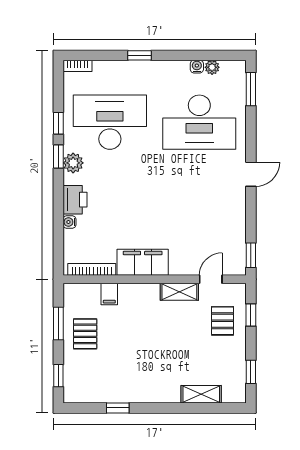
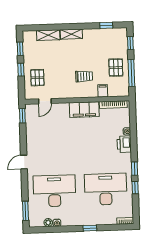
desk: (110, 122) -> (106, 189), turned 180
plant: (73, 163) -> (126, 165), removed
shelving: (179, 292) -> (71, 34), moved
window: (251, 315) -> (21, 70), moved
trolley: (141, 320) -> (84, 76), added
window: (58, 324) -> (131, 73), width x1.44
window: (118, 408) -> (106, 25), moved

